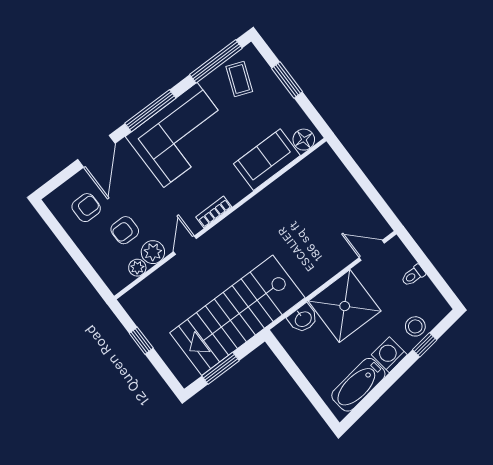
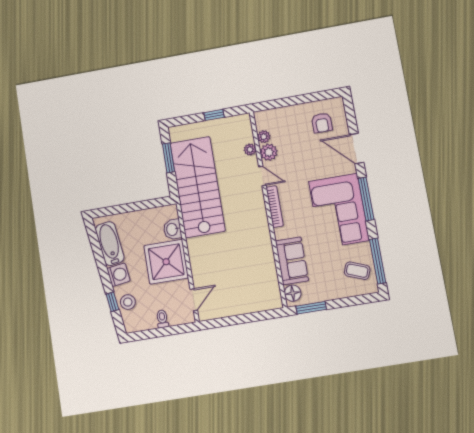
window: (287, 80) -> (311, 308), moved
bookcase: (214, 212) -> (275, 207), width x1.56
armchair: (125, 230) -> (293, 141), removed
plant: (161, 276) -> (250, 150), added

